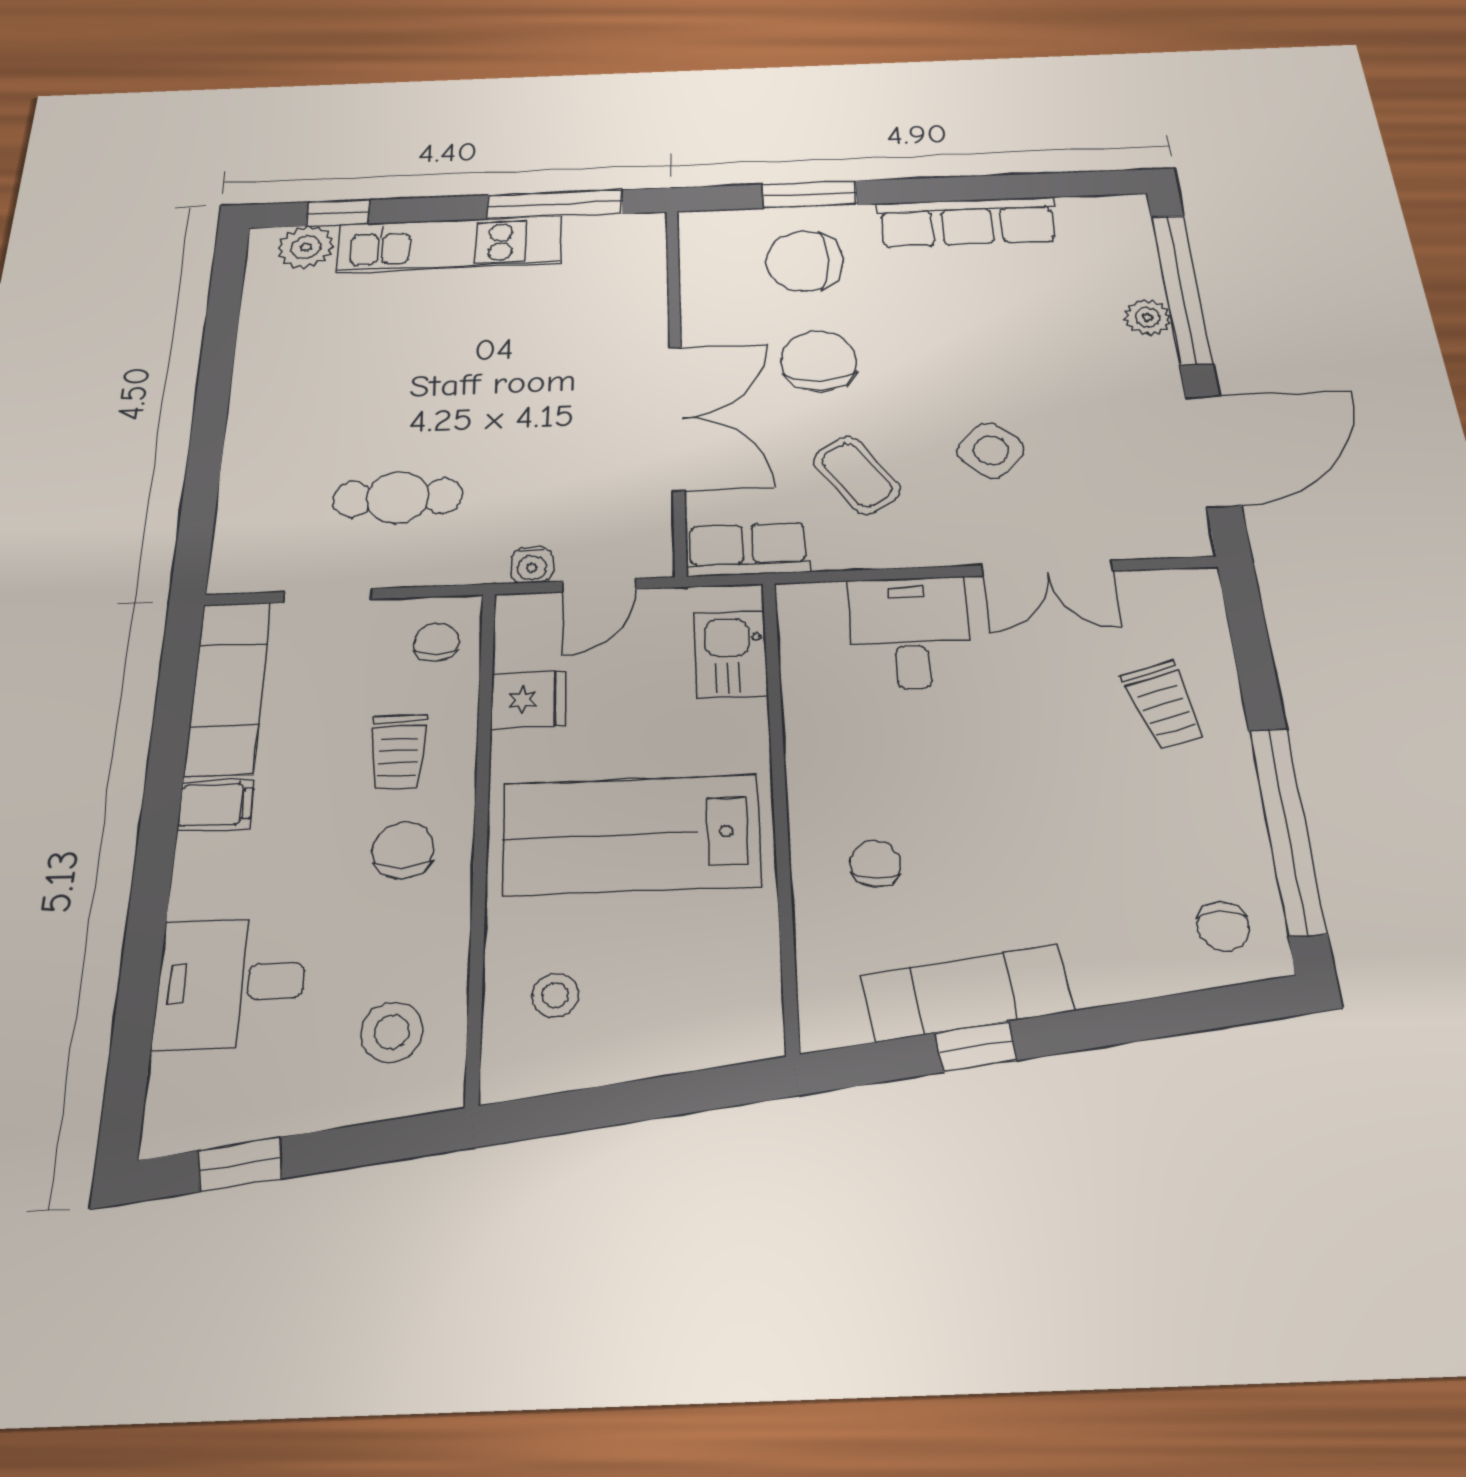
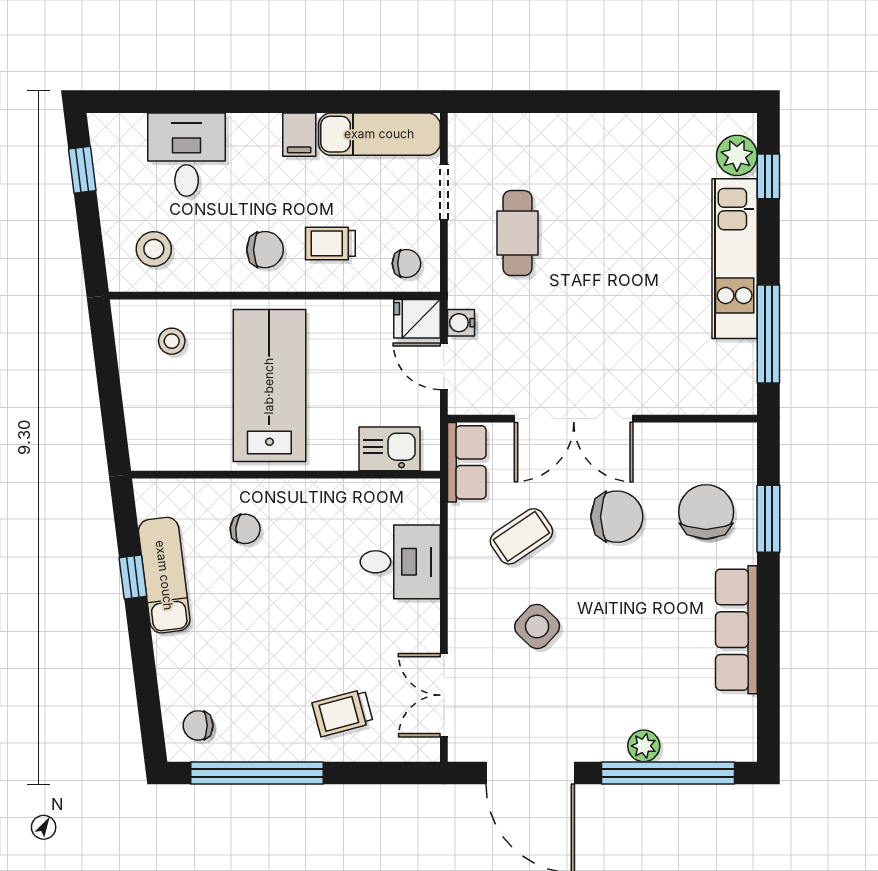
double door: (1047, 568) -> (444, 695), moved
fridge: (529, 700) -> (417, 319), moved, turned 90

